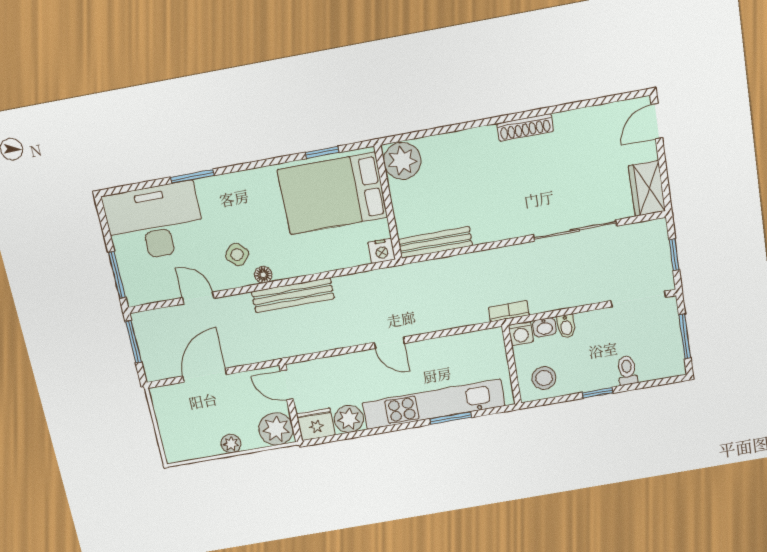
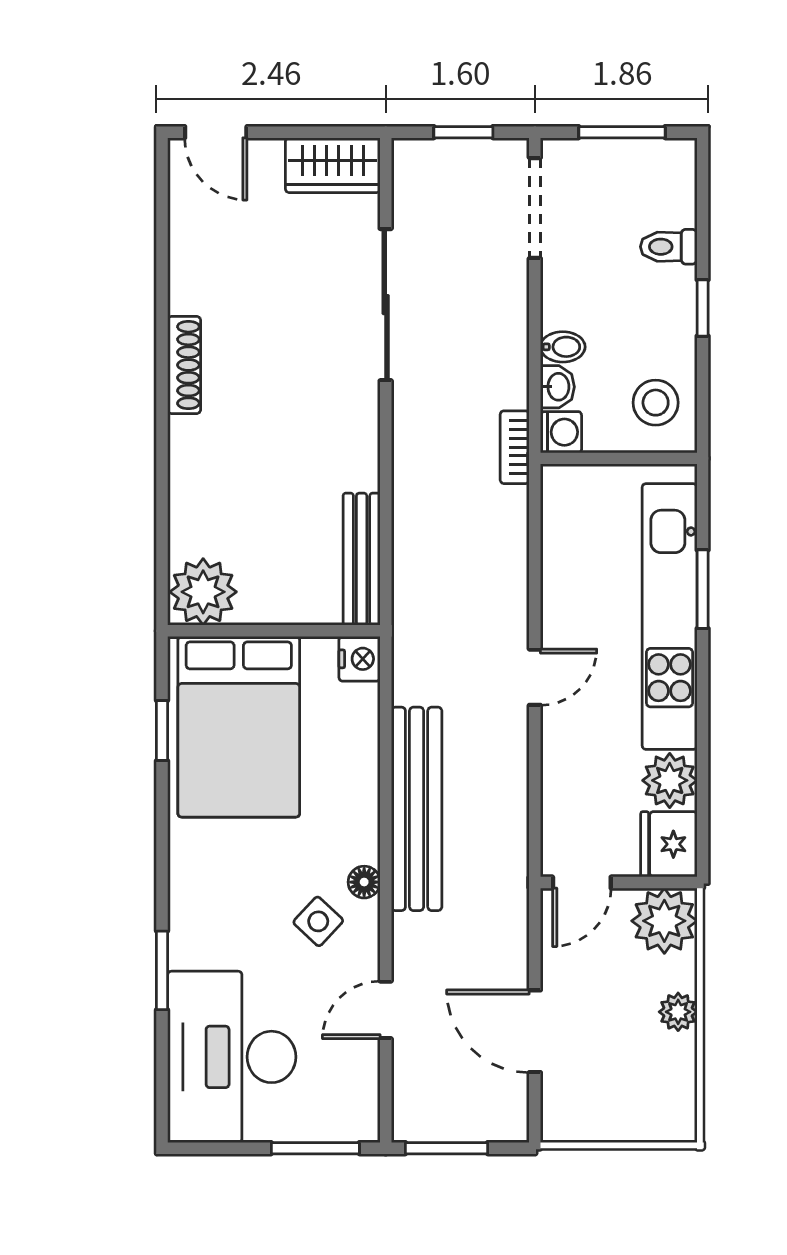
bench: (293, 295) -> (417, 809), width x1.37, depth x1.21

